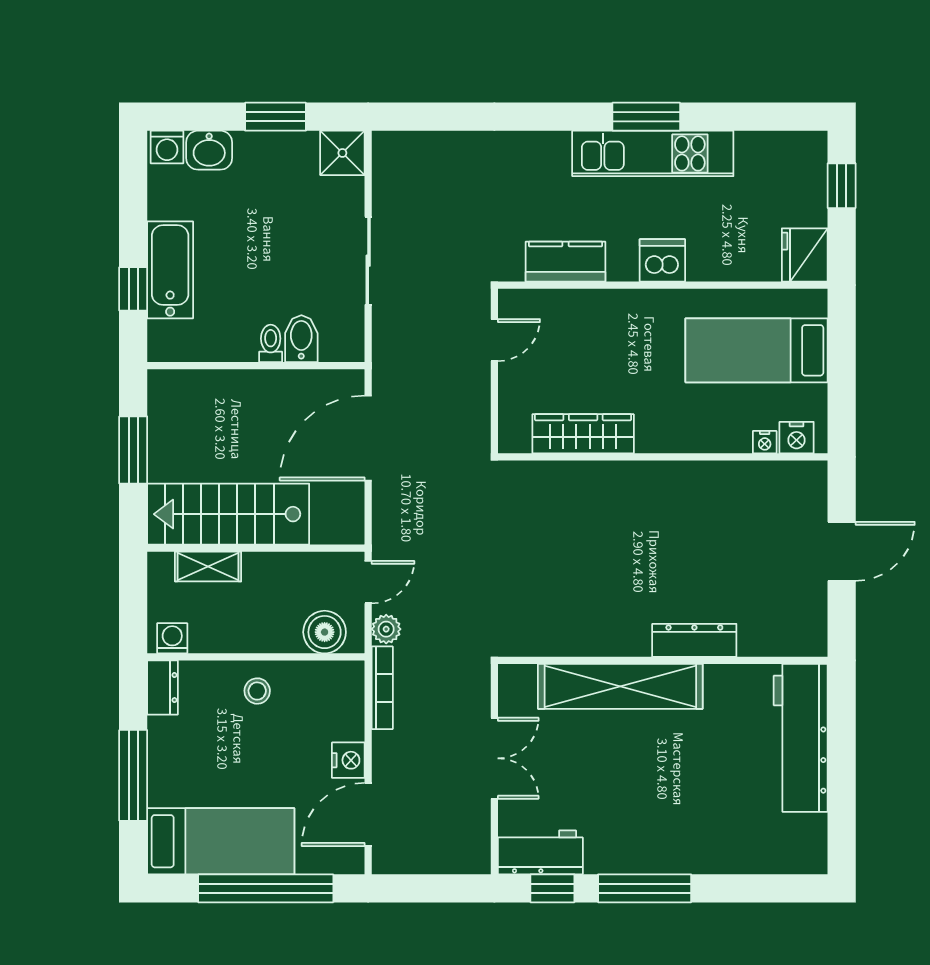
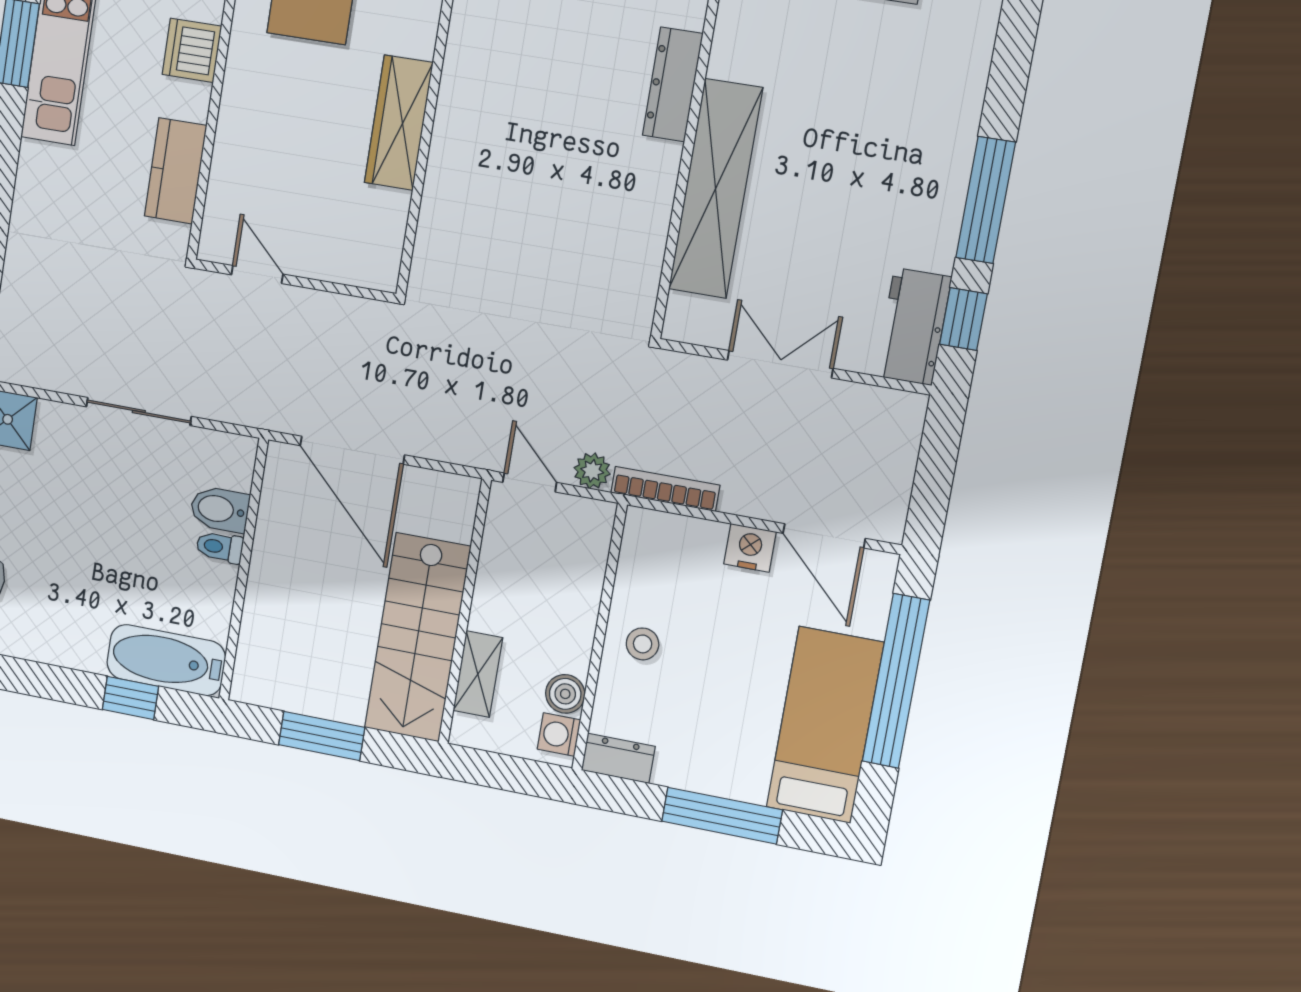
bathtub: (170, 270) -> (166, 660), moved
wardrobe: (583, 434) -> (399, 123), moved
boiler: (325, 632) -> (565, 694), moved, width x0.73, depth x0.73

